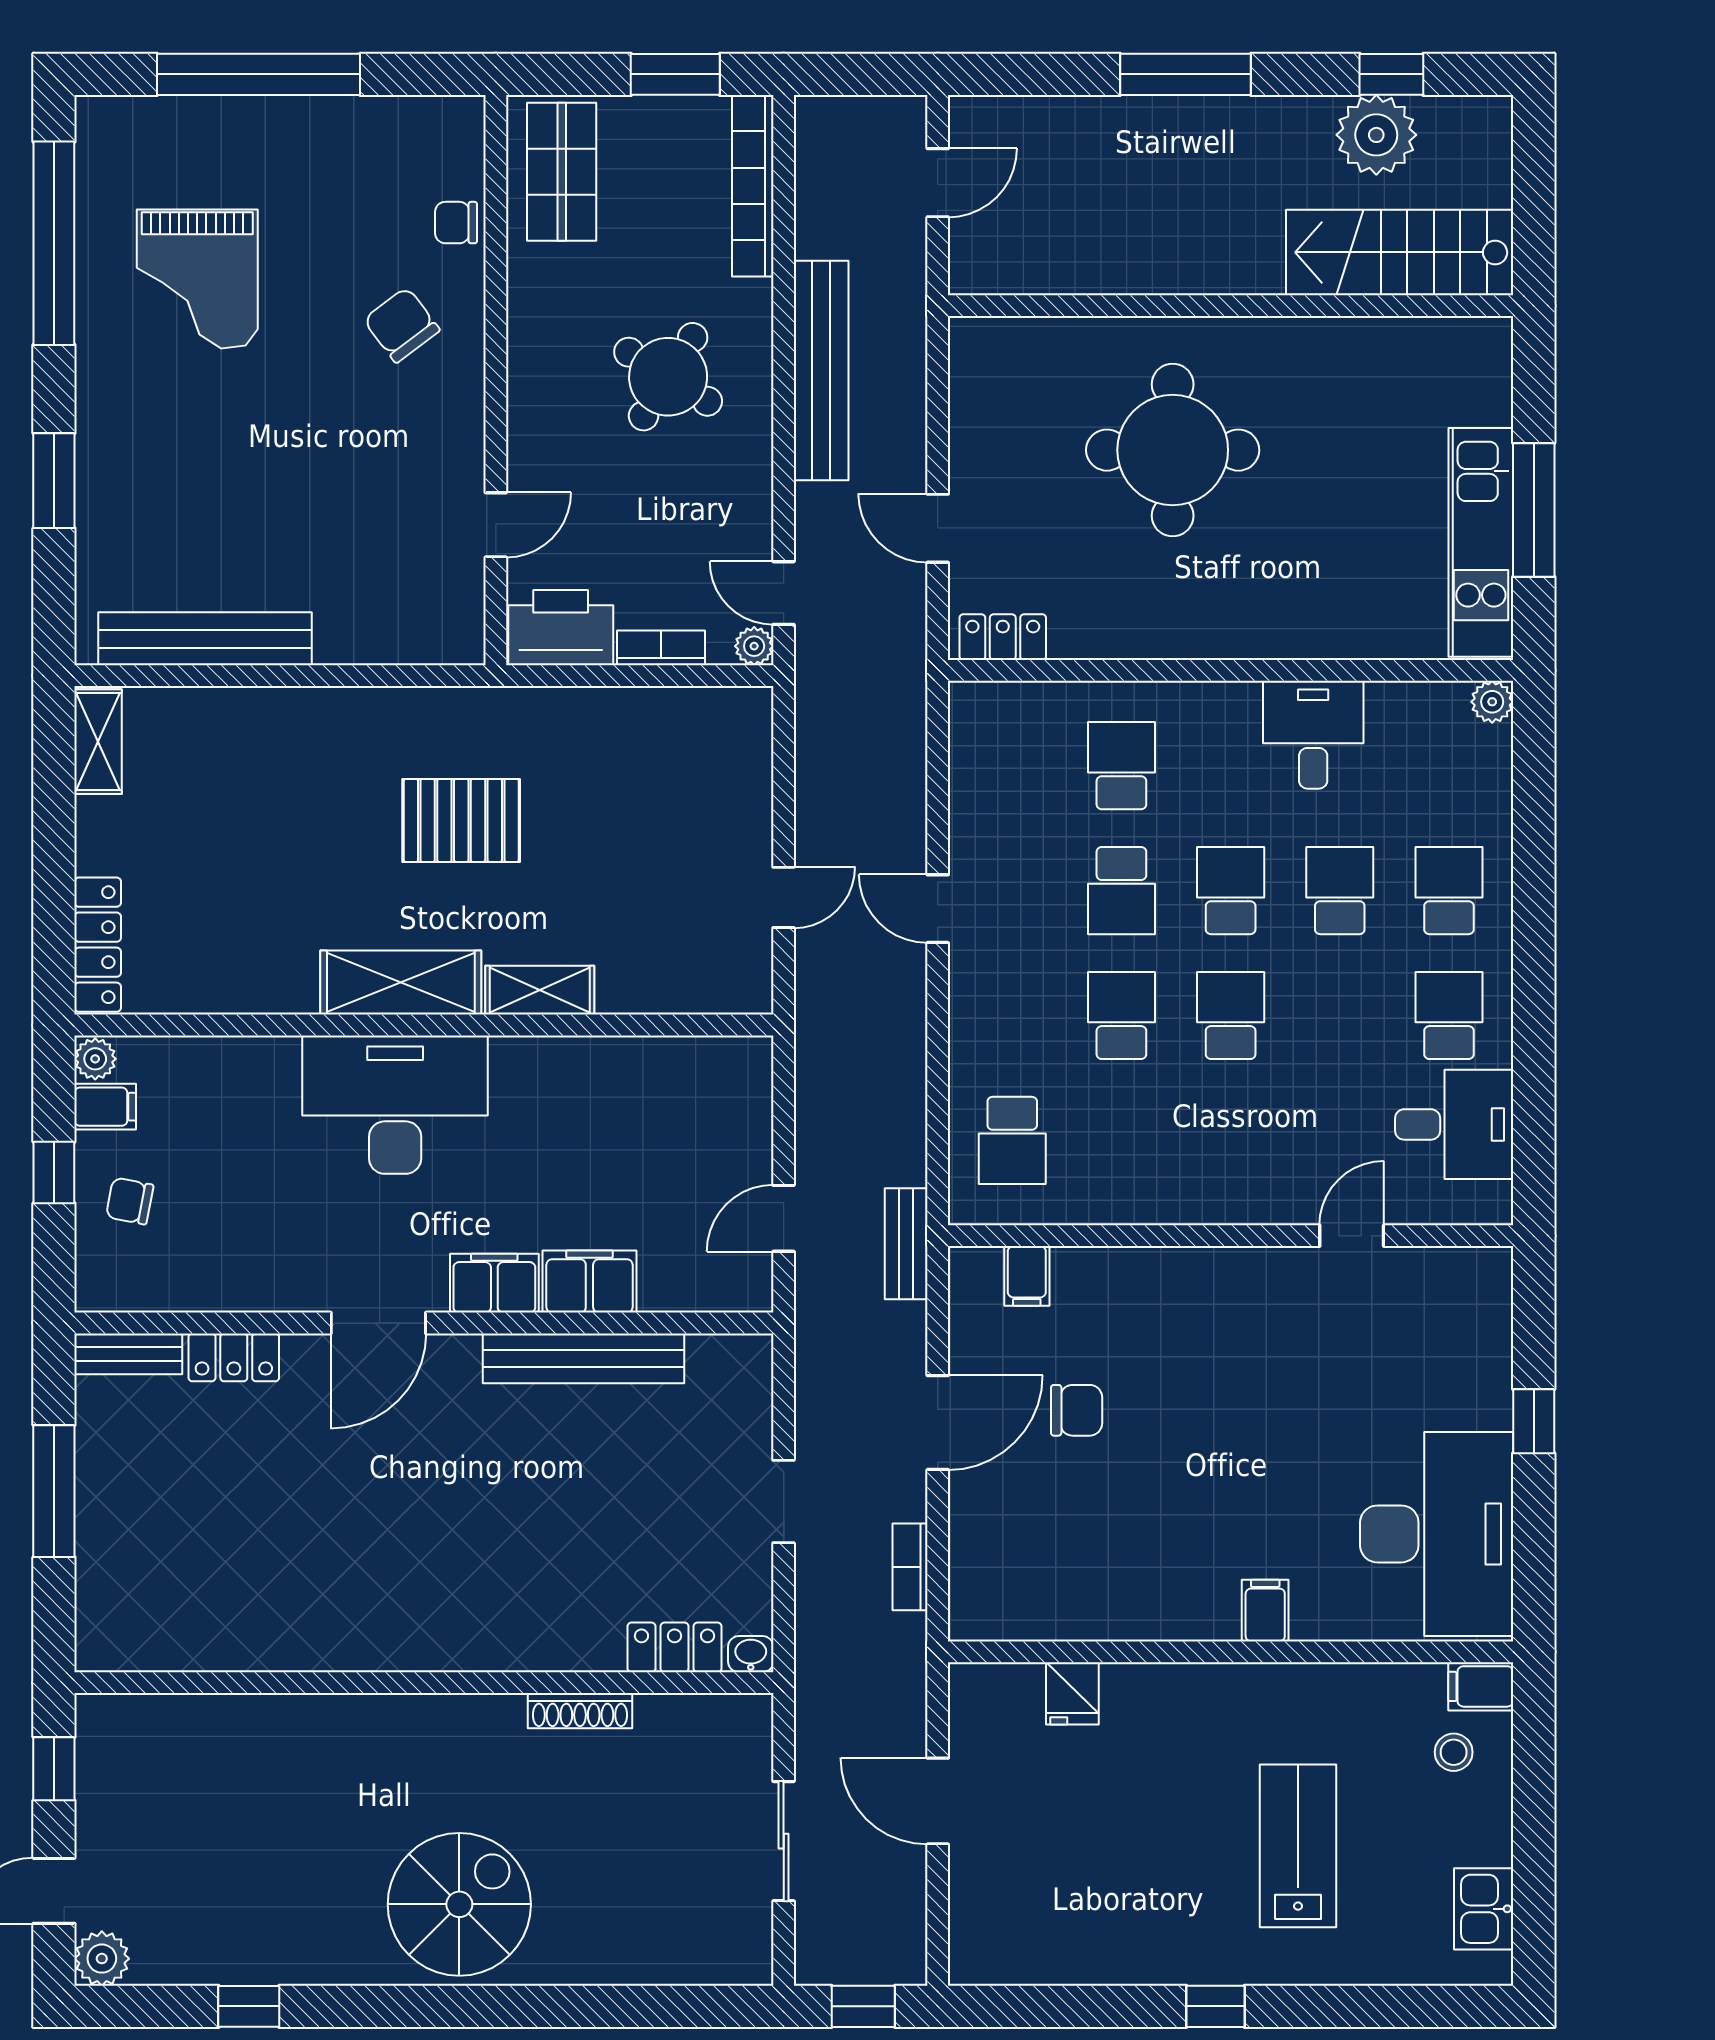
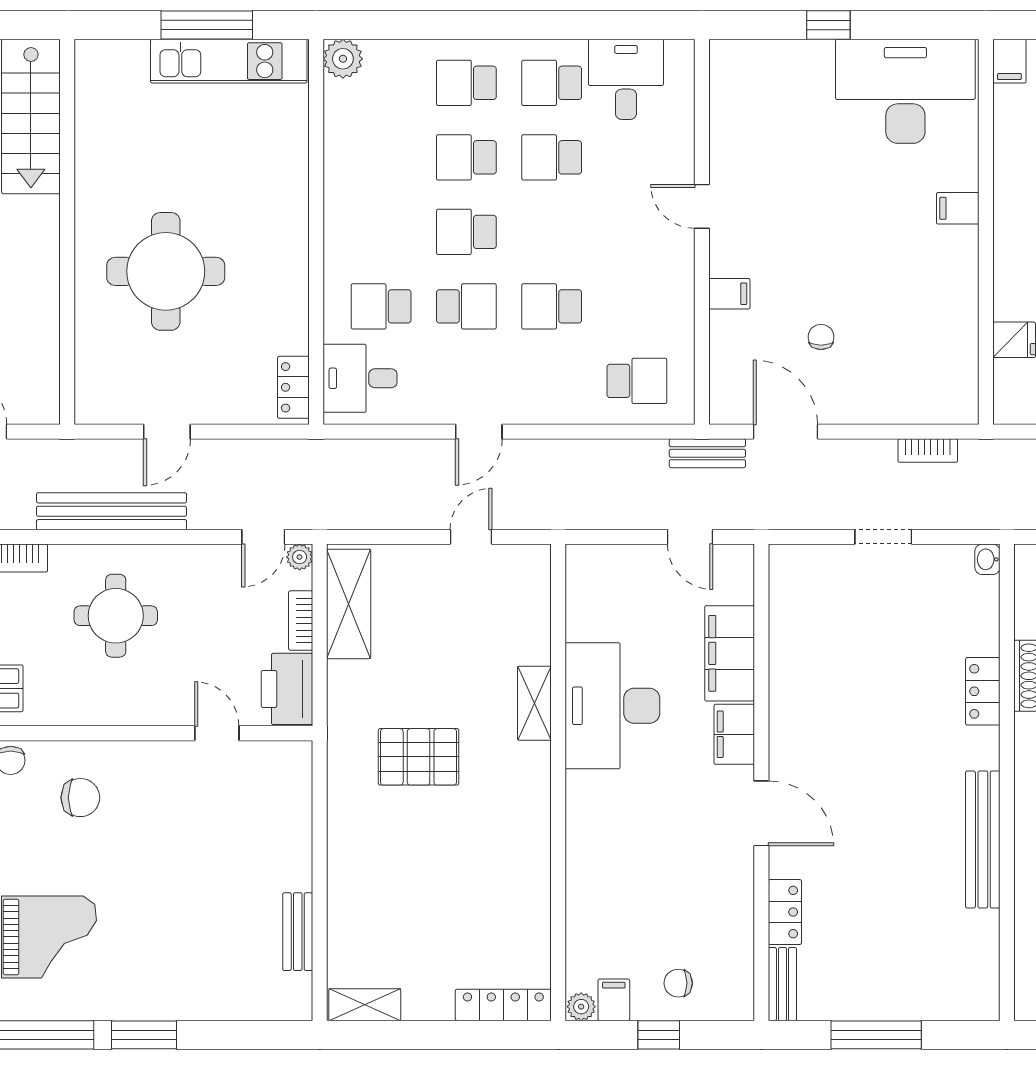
chair: (402, 325) -> (80, 798), turned -143
round table: (668, 377) -> (116, 616), turned -32
window: (54, 481) -> (144, 1035), moved
door: (938, 528) -> (167, 432), moved
bench: (205, 639) -> (298, 932), width x0.54, depth x0.82
plant: (1492, 702) -> (343, 59), width x1.38, depth x1.38
desk: (1313, 735) -> (360, 378), moved
pallet: (461, 820) -> (419, 757), turned 90
door: (784, 897) -> (471, 537), hinge flipped
shelving: (401, 983) -> (349, 604), moved
school desk: (1231, 1016) -> (552, 157), moved
desk: (395, 1105) -> (612, 706), moved
chair: (130, 1201) -> (678, 983), turned 79
door: (1352, 1236) -> (702, 206), moved
filing cabinet: (1027, 1276) -> (729, 294), moved
filing cabinet: (589, 1282) -> (730, 653), width x1.50, depth x1.17
bench: (584, 1358) -> (983, 840), moved
chair: (1077, 1410) -> (821, 337), width x0.73, depth x0.73
door: (938, 1423) -> (785, 432), moved
locker: (674, 1647) -> (983, 691), moved

